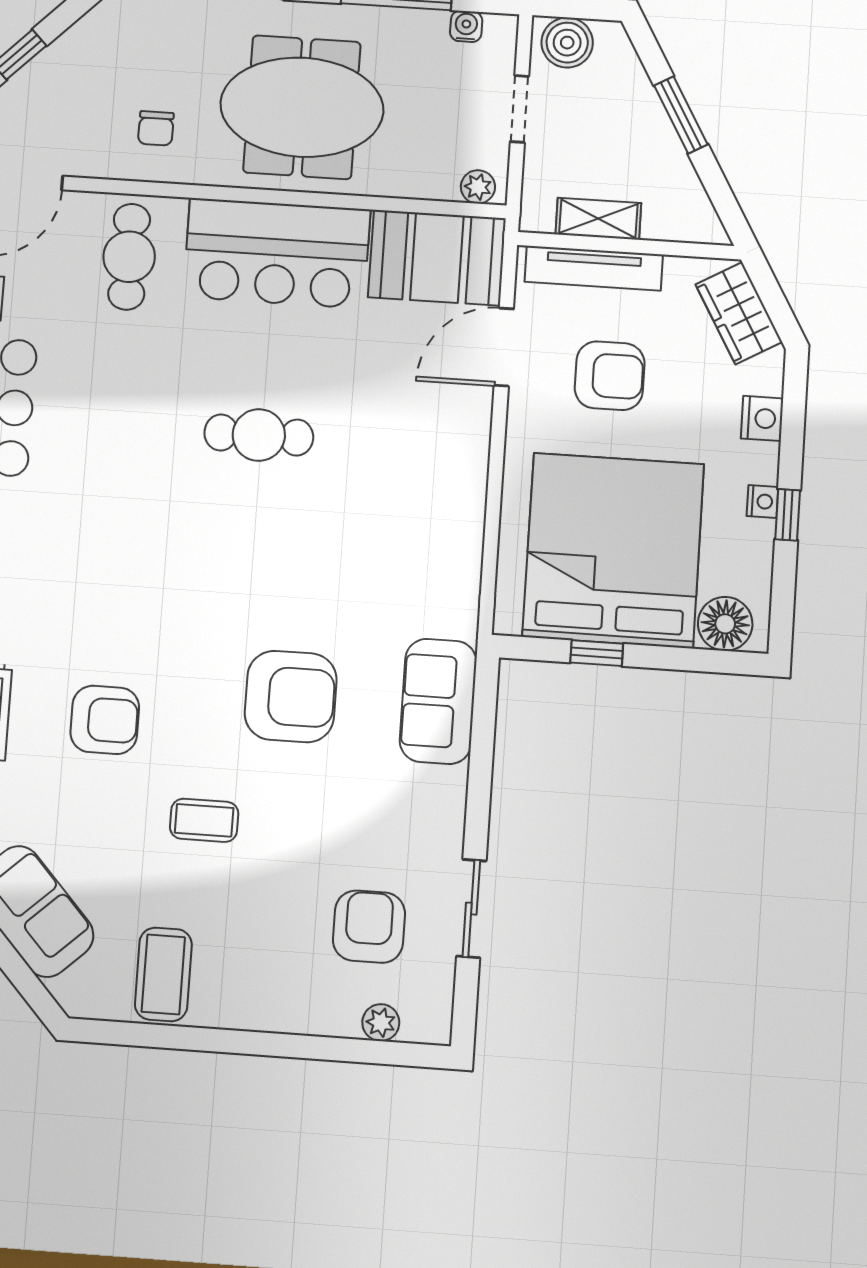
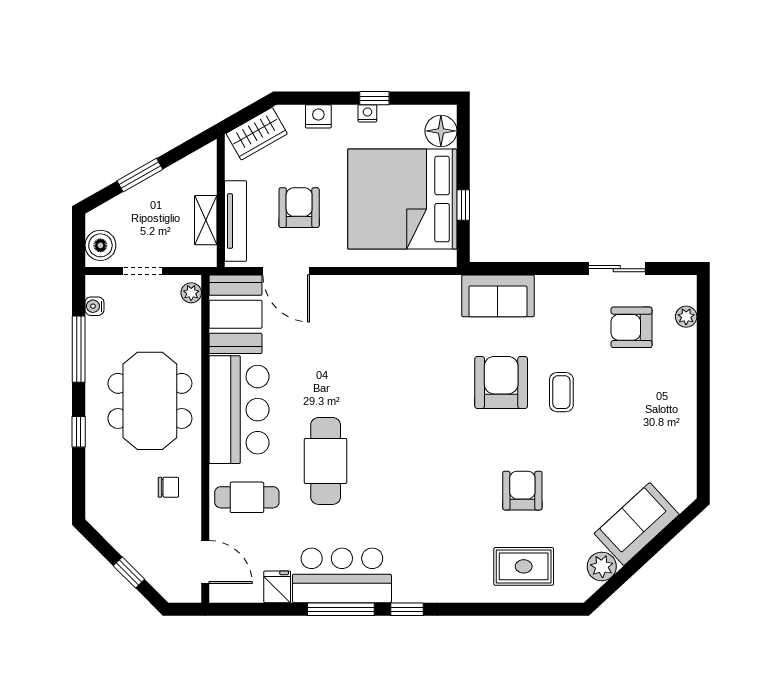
cafe table: (259, 435) -> (326, 461), moved, width x1.37, depth x1.35
coffee table: (204, 820) -> (561, 392), moved
coffee table: (163, 974) -> (668, 445), removed

